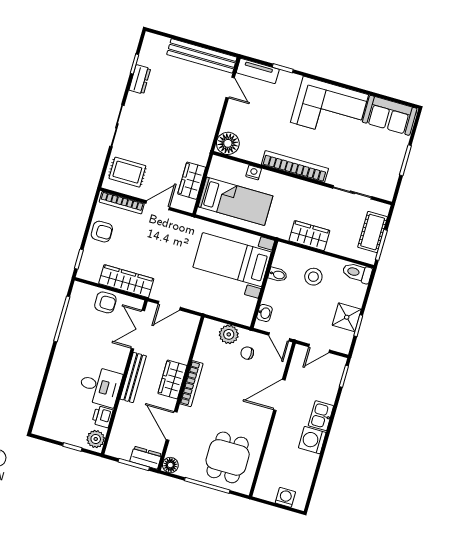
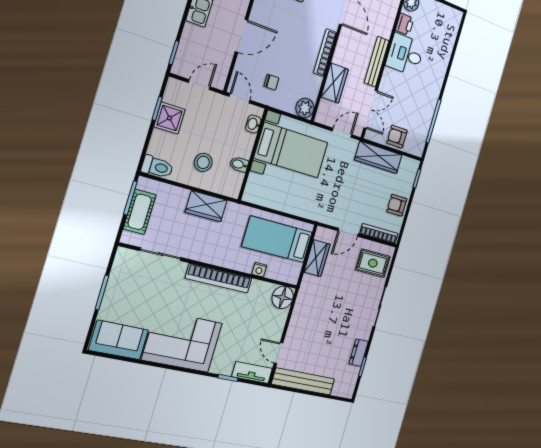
bed with nightstands: (232, 260) -> (291, 150), moved
plant: (229, 334) -> (305, 108), moved
wardrobe: (172, 379) -> (335, 83), moved

